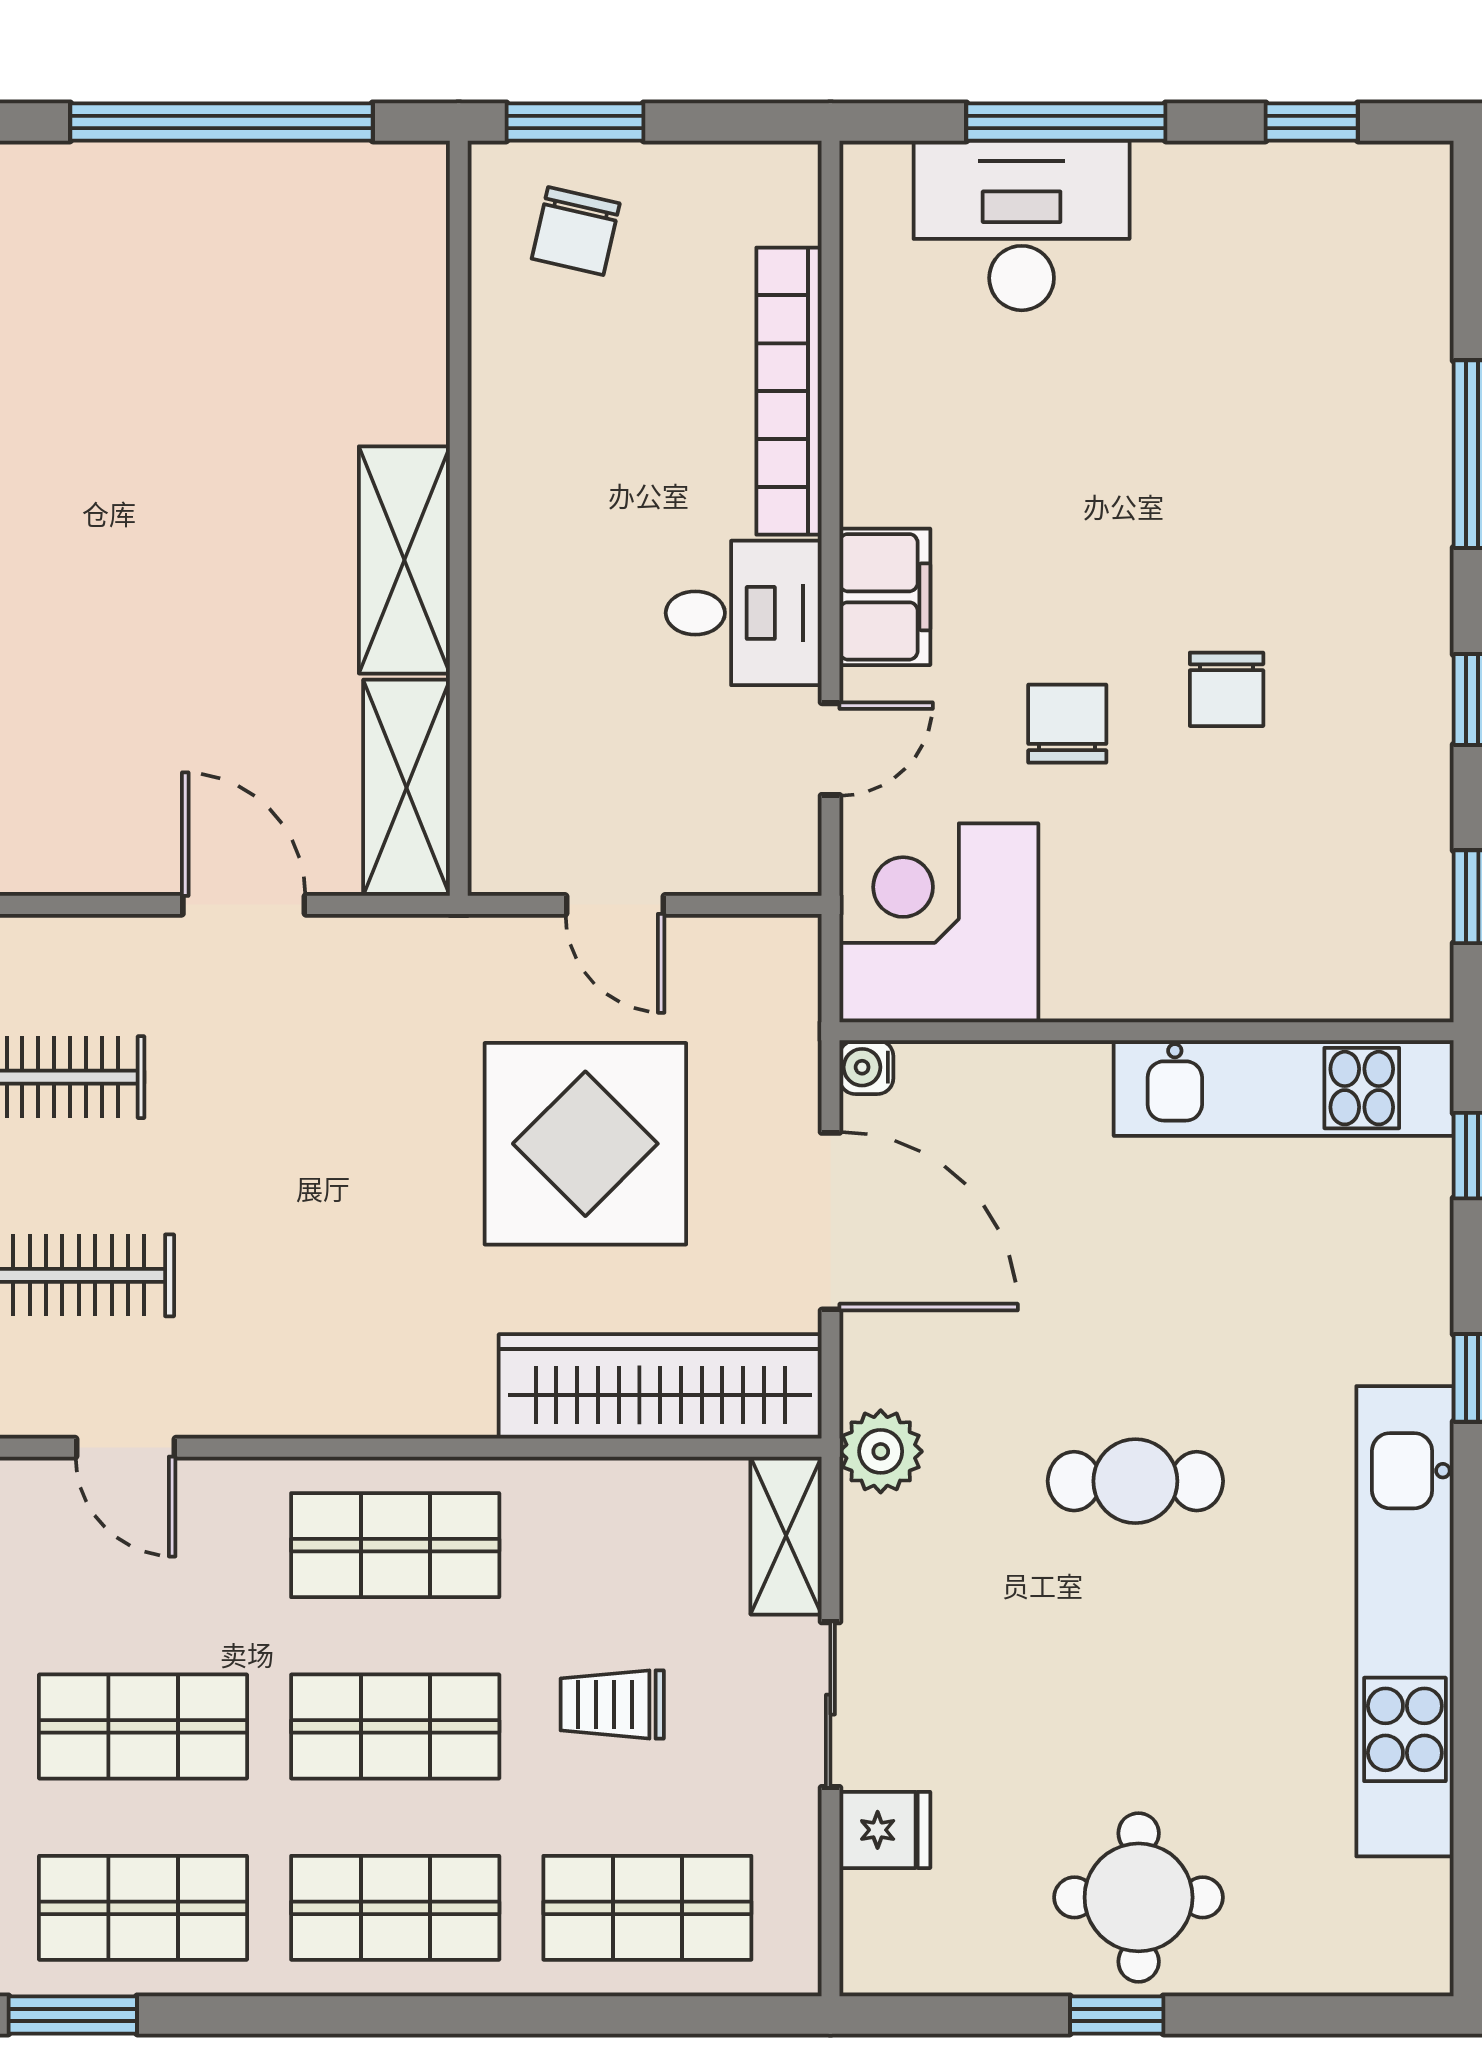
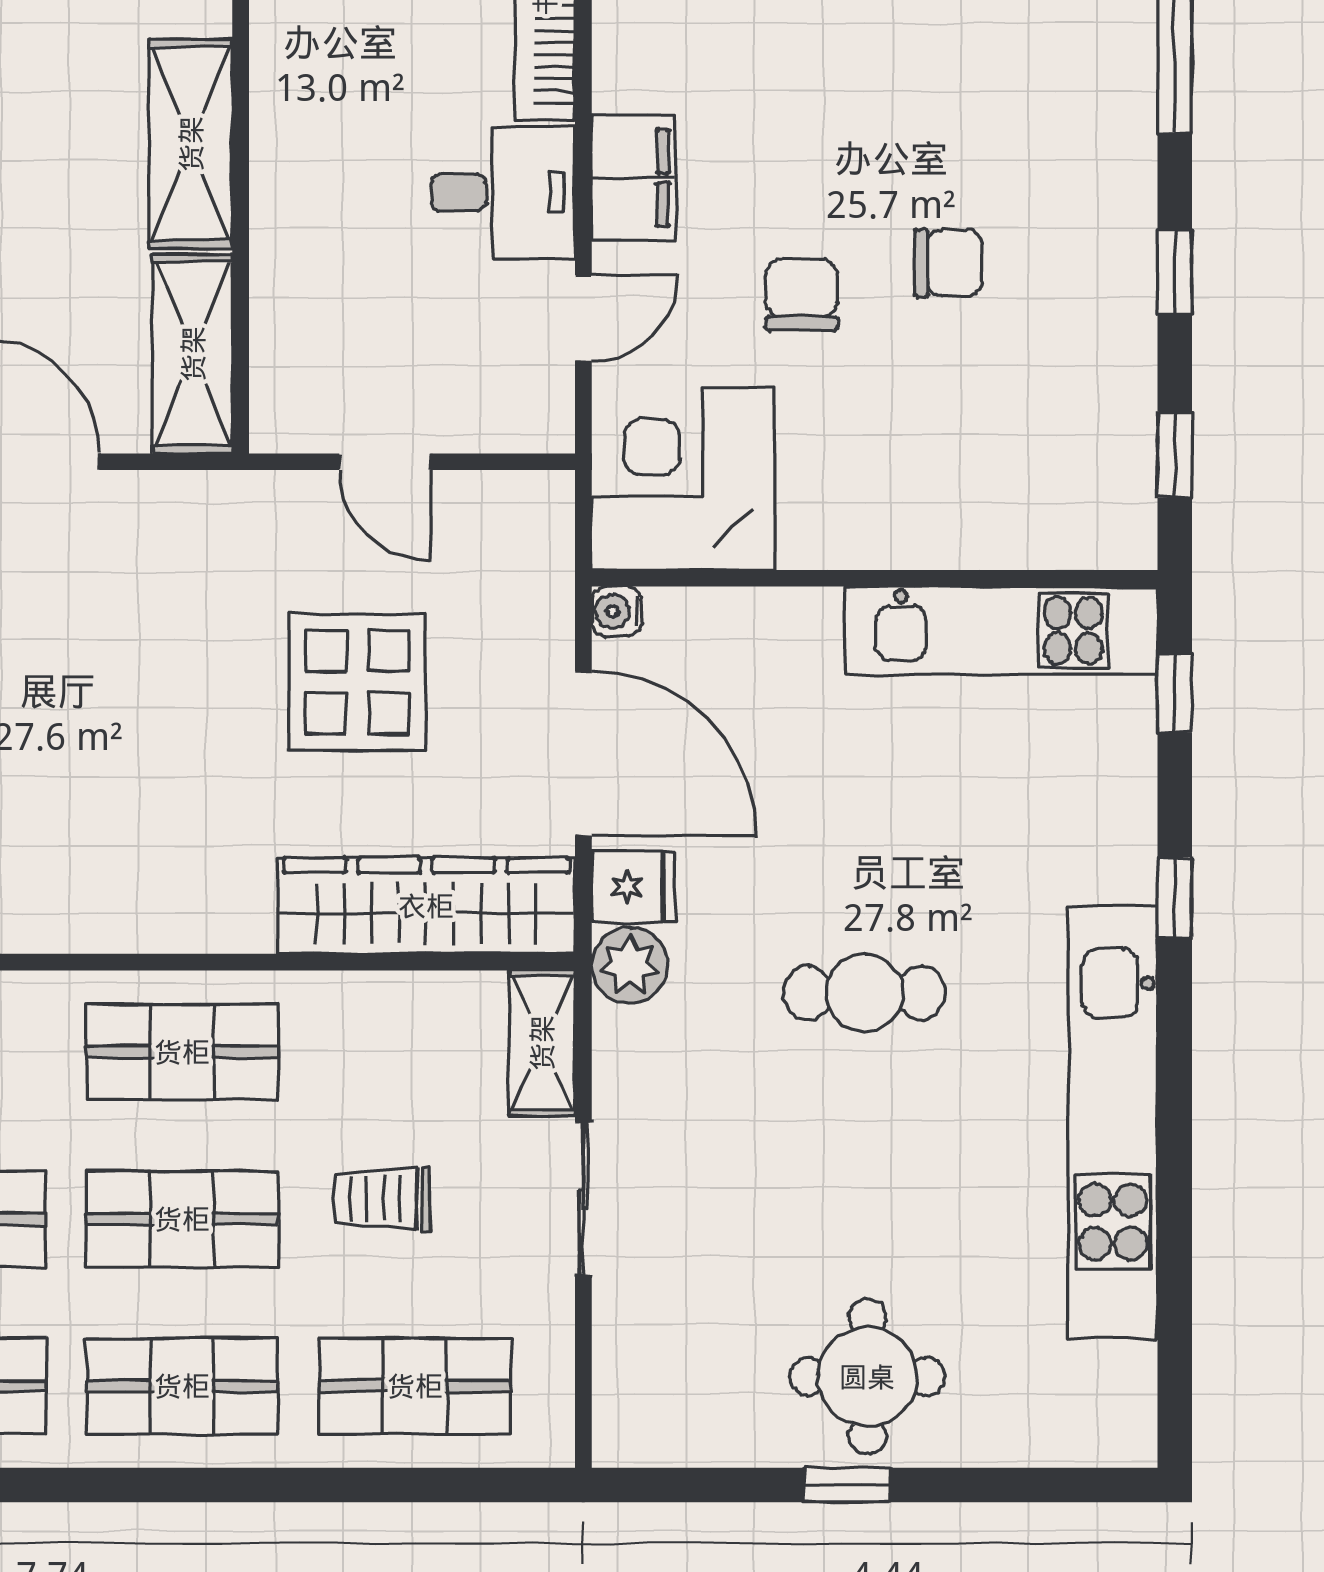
chair: (1227, 689) -> (948, 263), turned -90
display table: (585, 1144) -> (357, 682), width x0.73, depth x0.73
fridge: (885, 1830) -> (633, 887), moved

